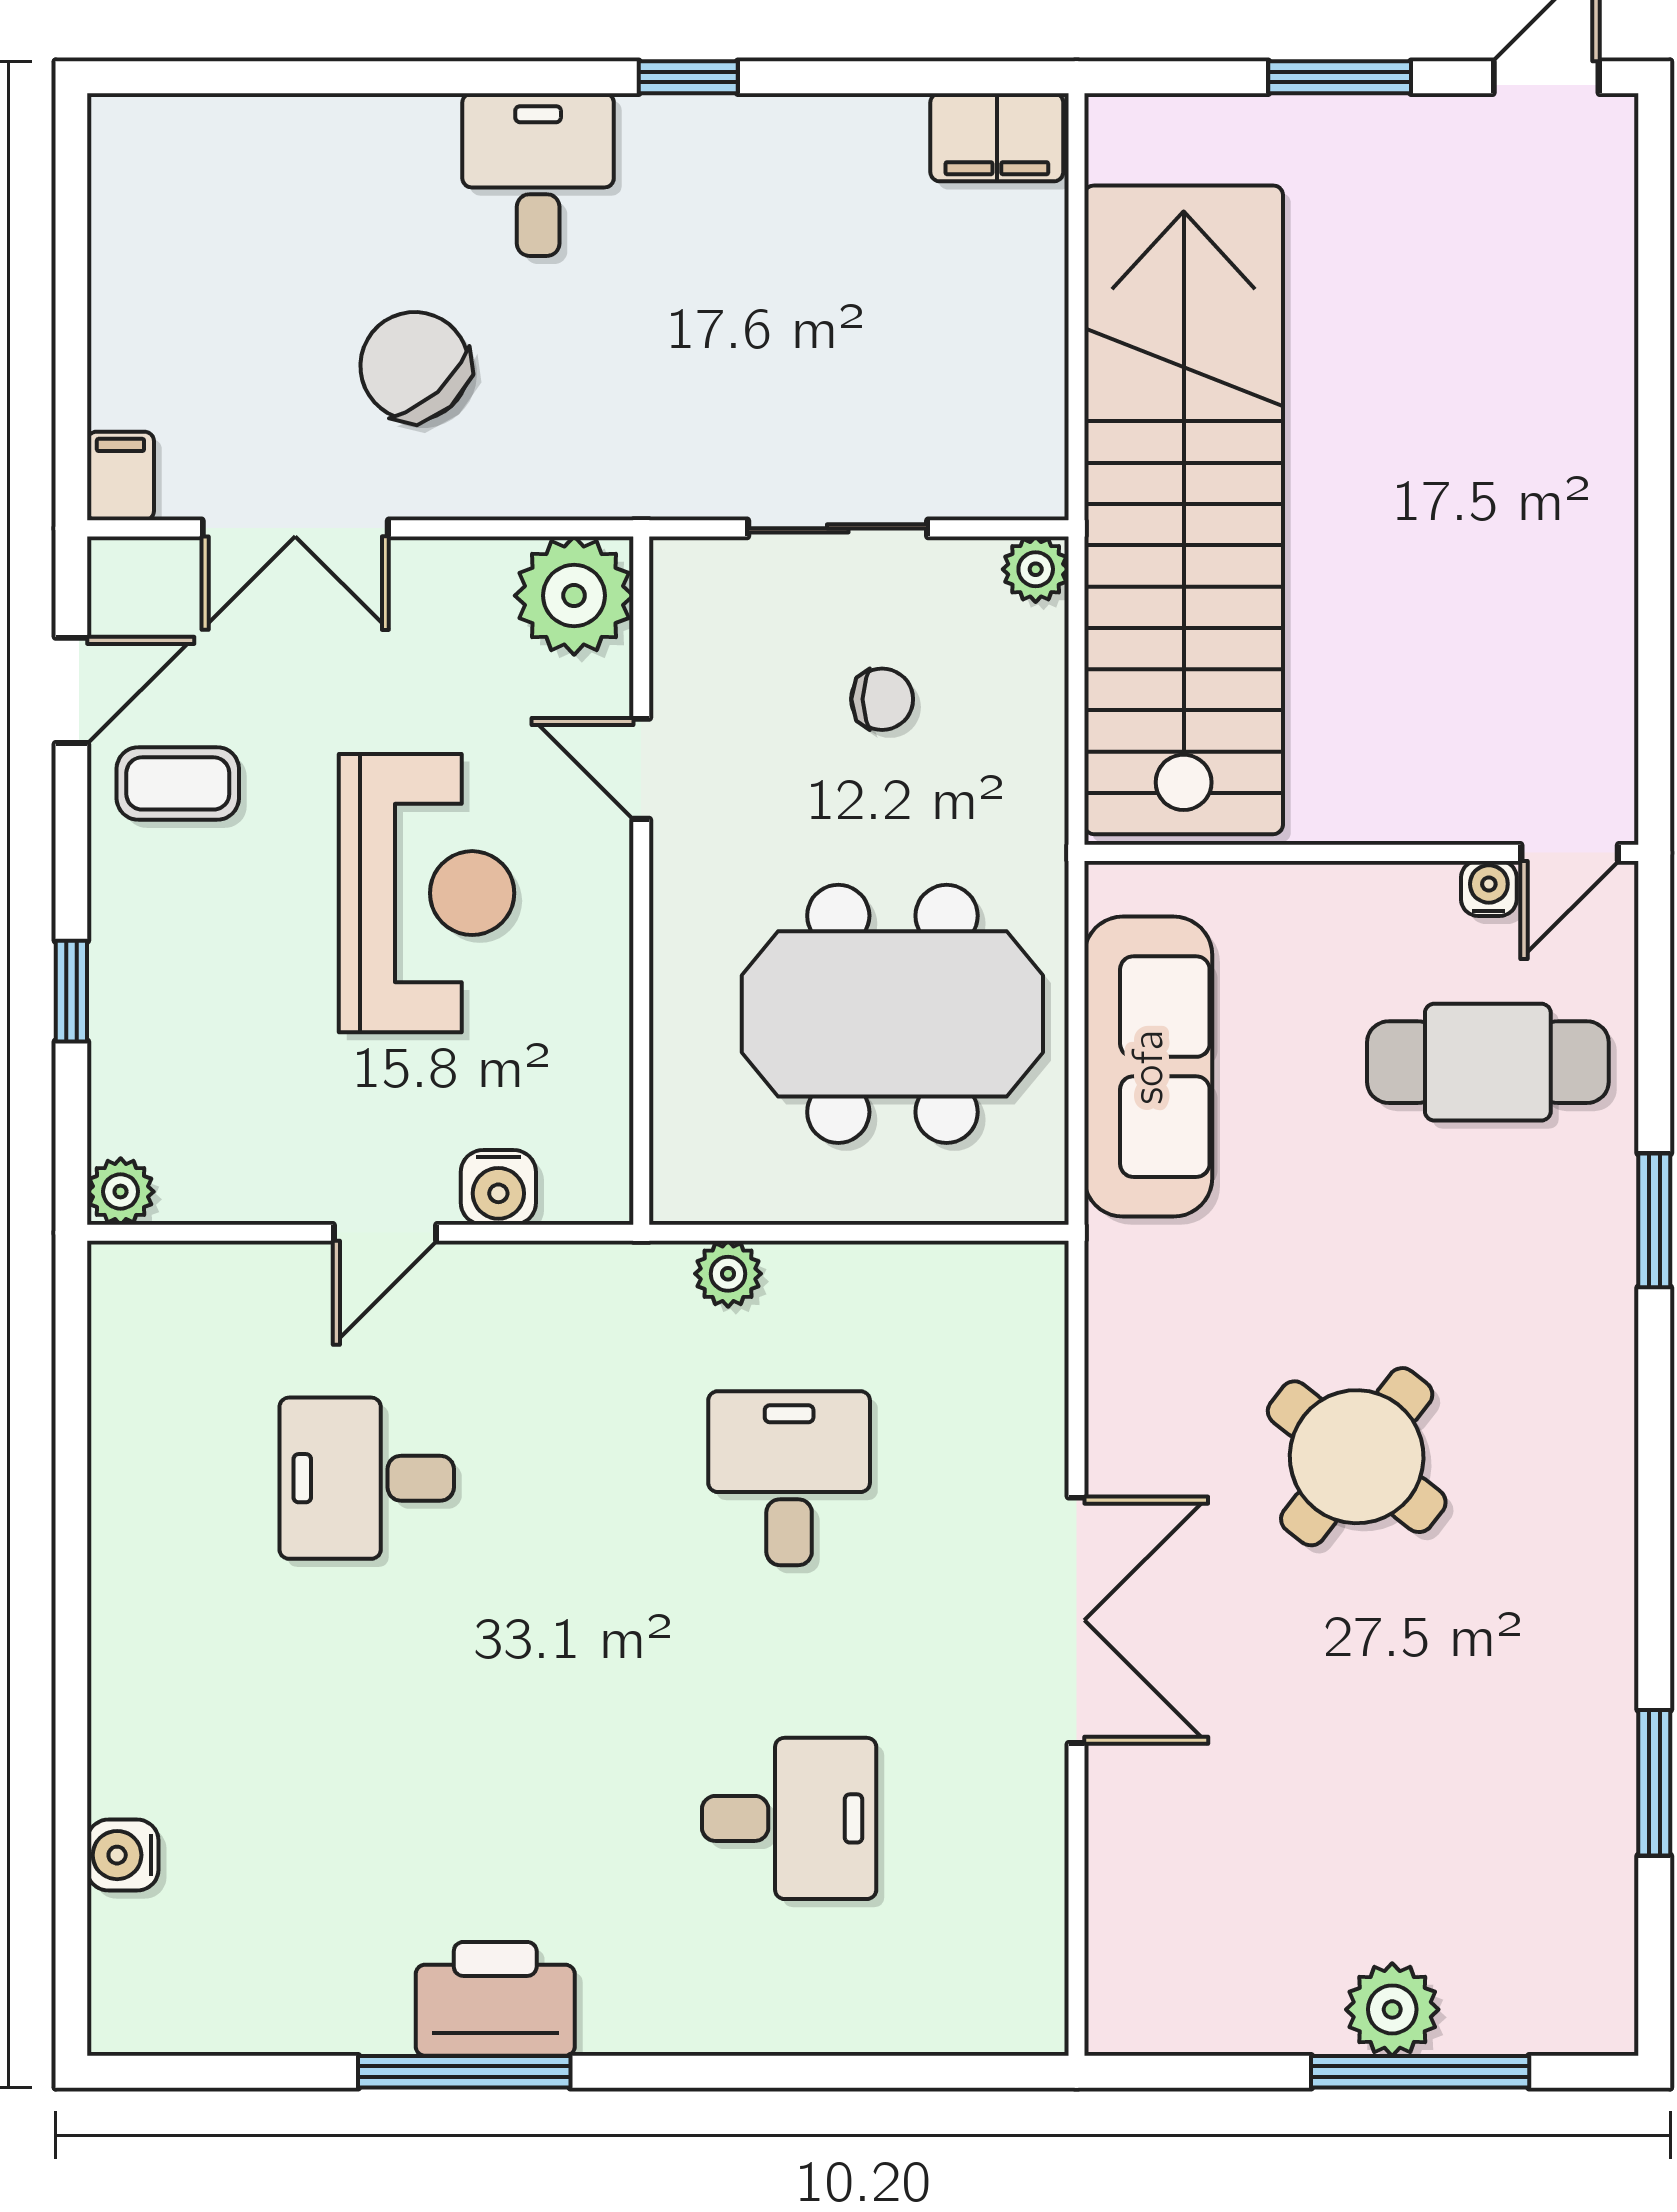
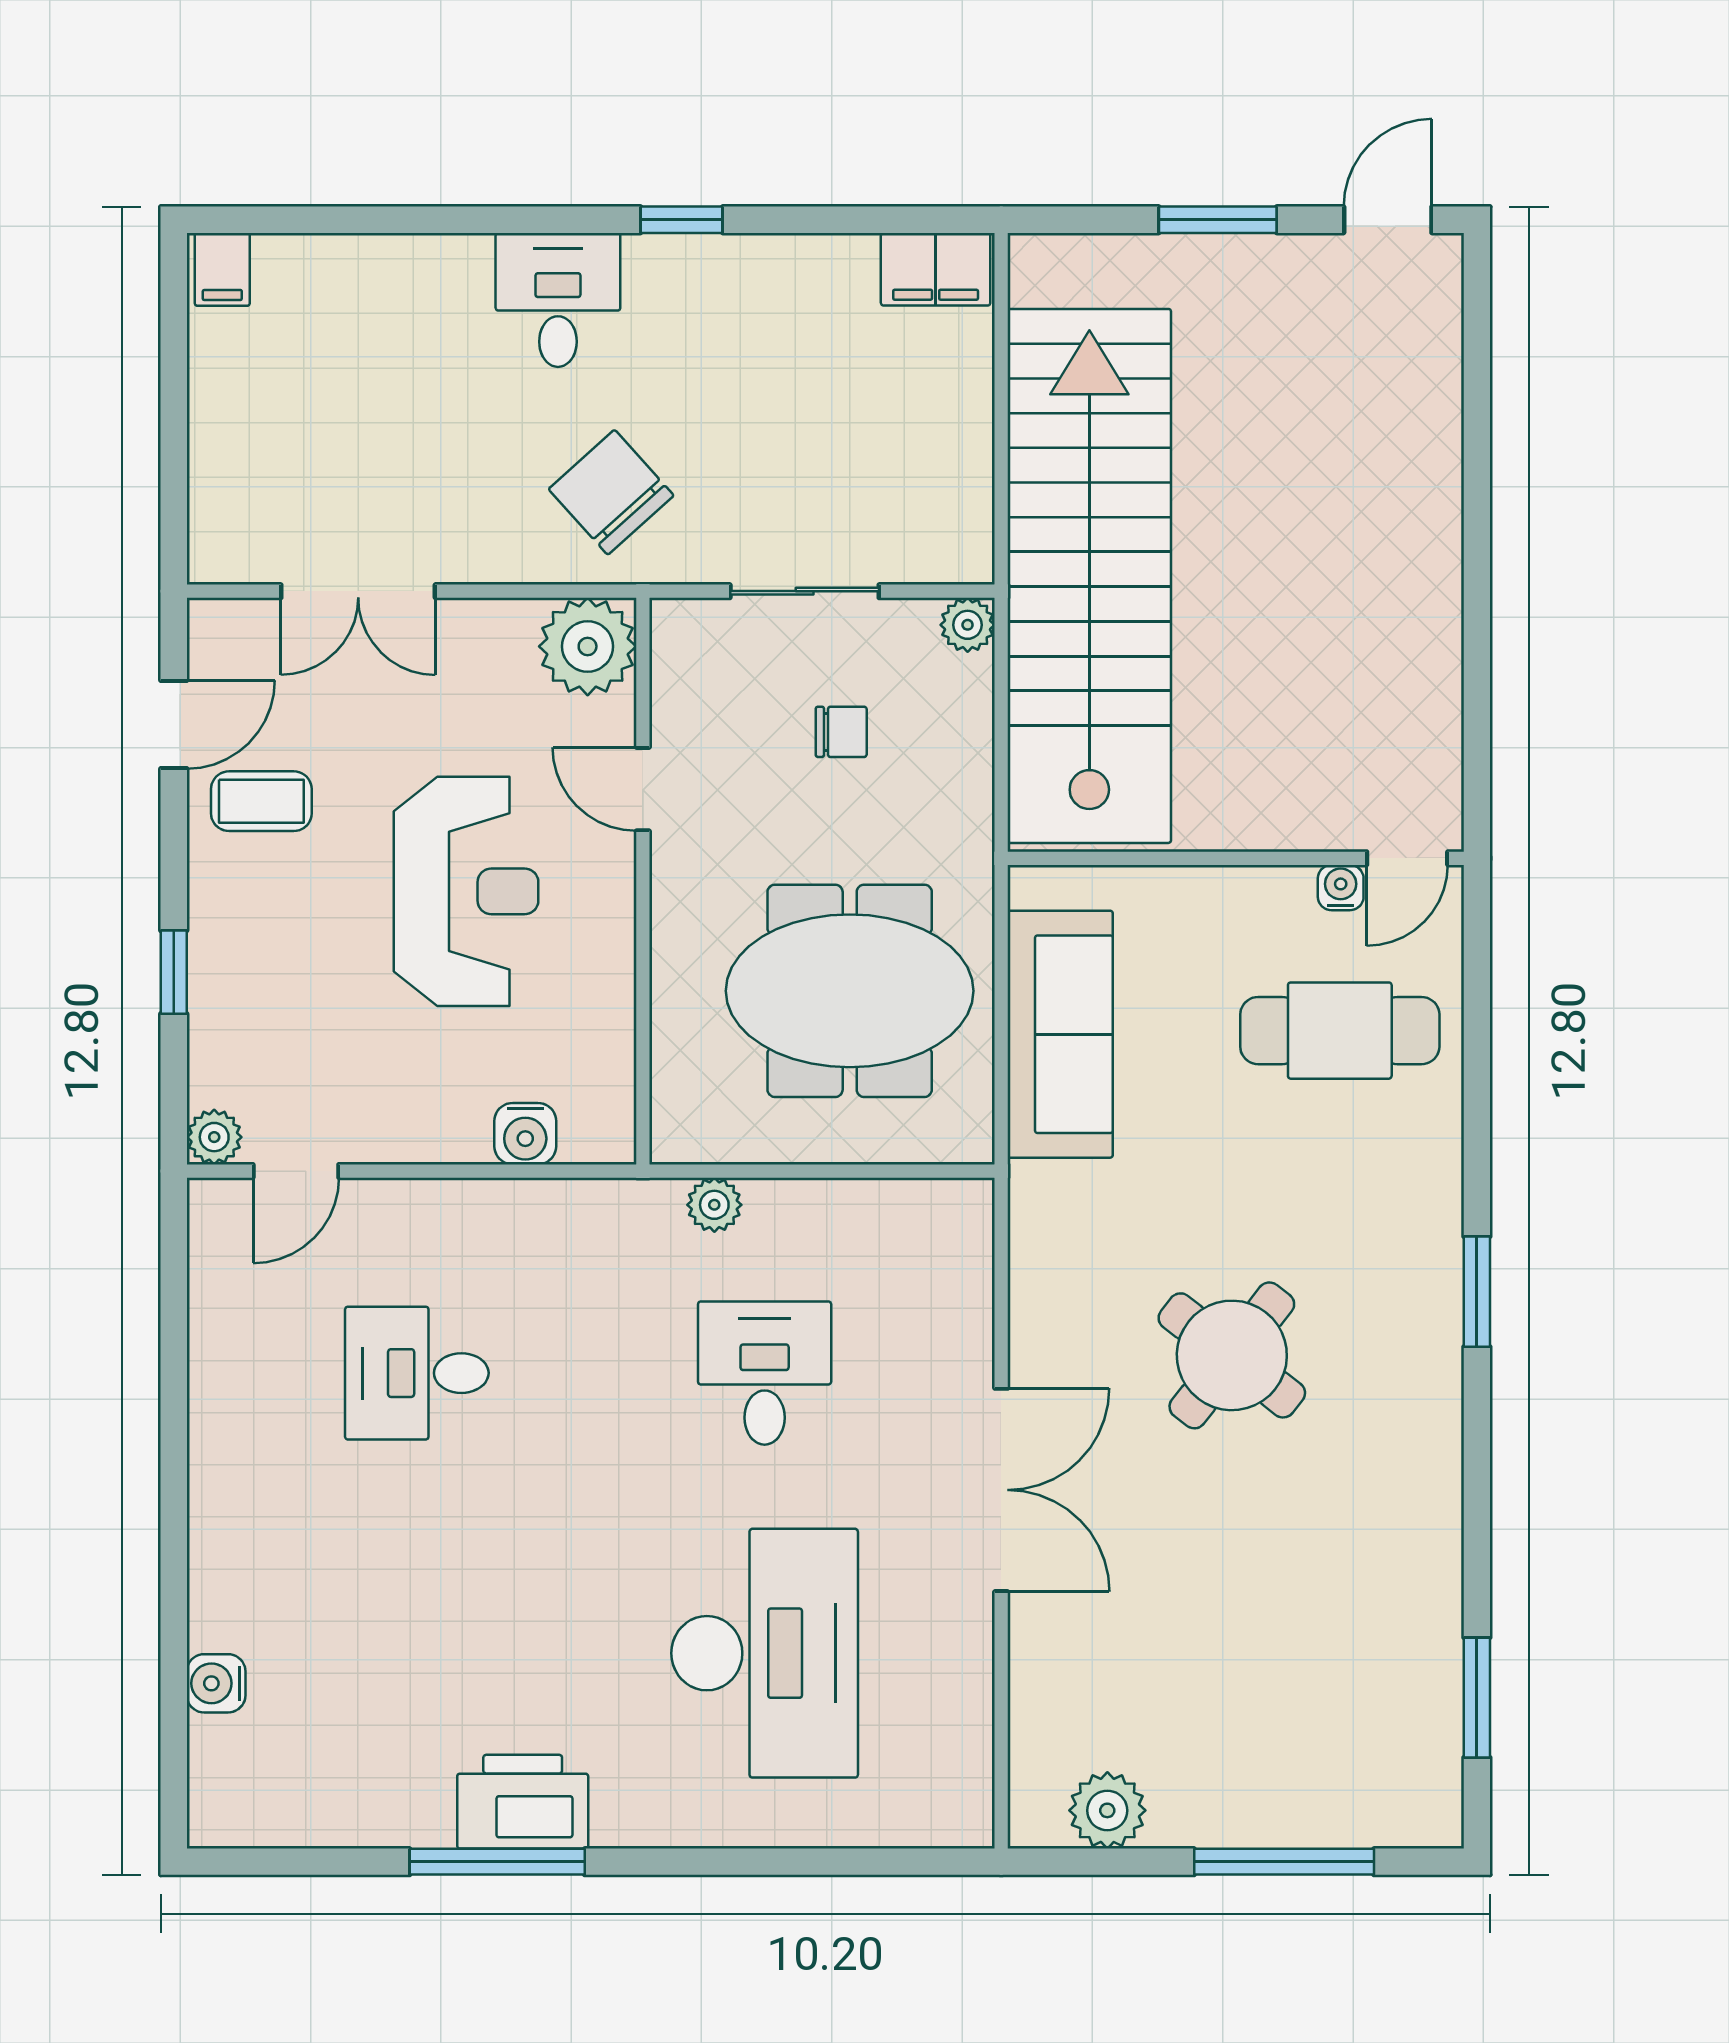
chair: (415, 366) -> (611, 492), moved
filing cabinet: (120, 476) -> (222, 269), moved, turned 180
window: (1654, 1220) -> (1477, 1292), moved
door: (385, 1233) -> (296, 1171), moved
window: (1654, 1783) -> (1477, 1698), moved
desk: (789, 1818) -> (765, 1653), width x1.87, depth x1.30
plant: (1392, 2009) -> (1107, 1810), moved

